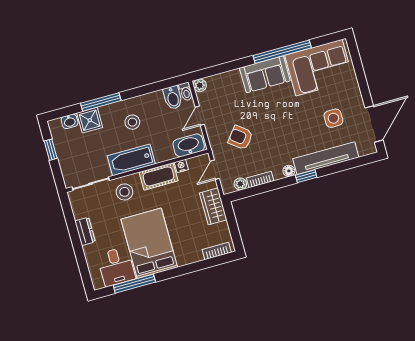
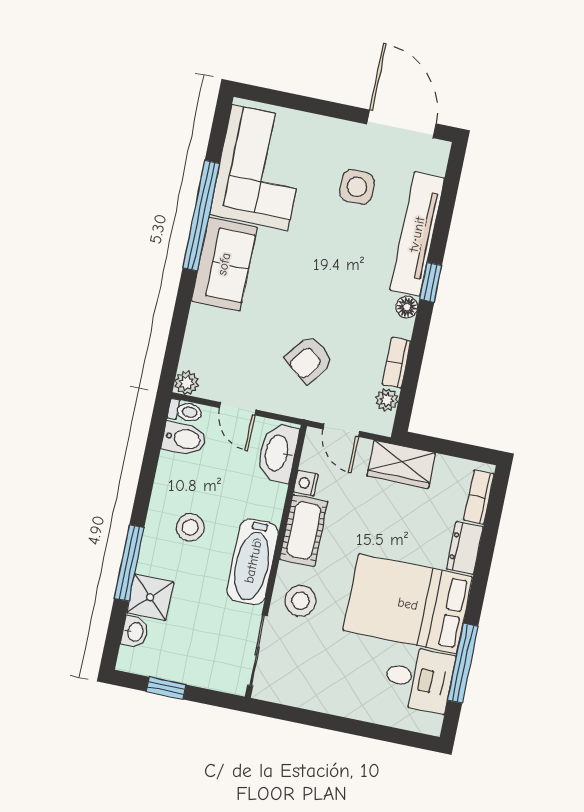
dresser: (85, 231) -> (465, 548), moved, turned -90

